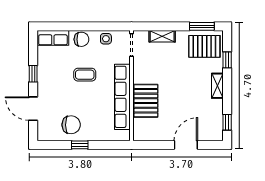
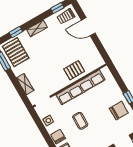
pallet: (146, 101) -> (74, 70), width x0.67, depth x0.71
chair: (71, 125) -> (119, 111), turned 90
trolley: (212, 126) -> (66, 16), added

